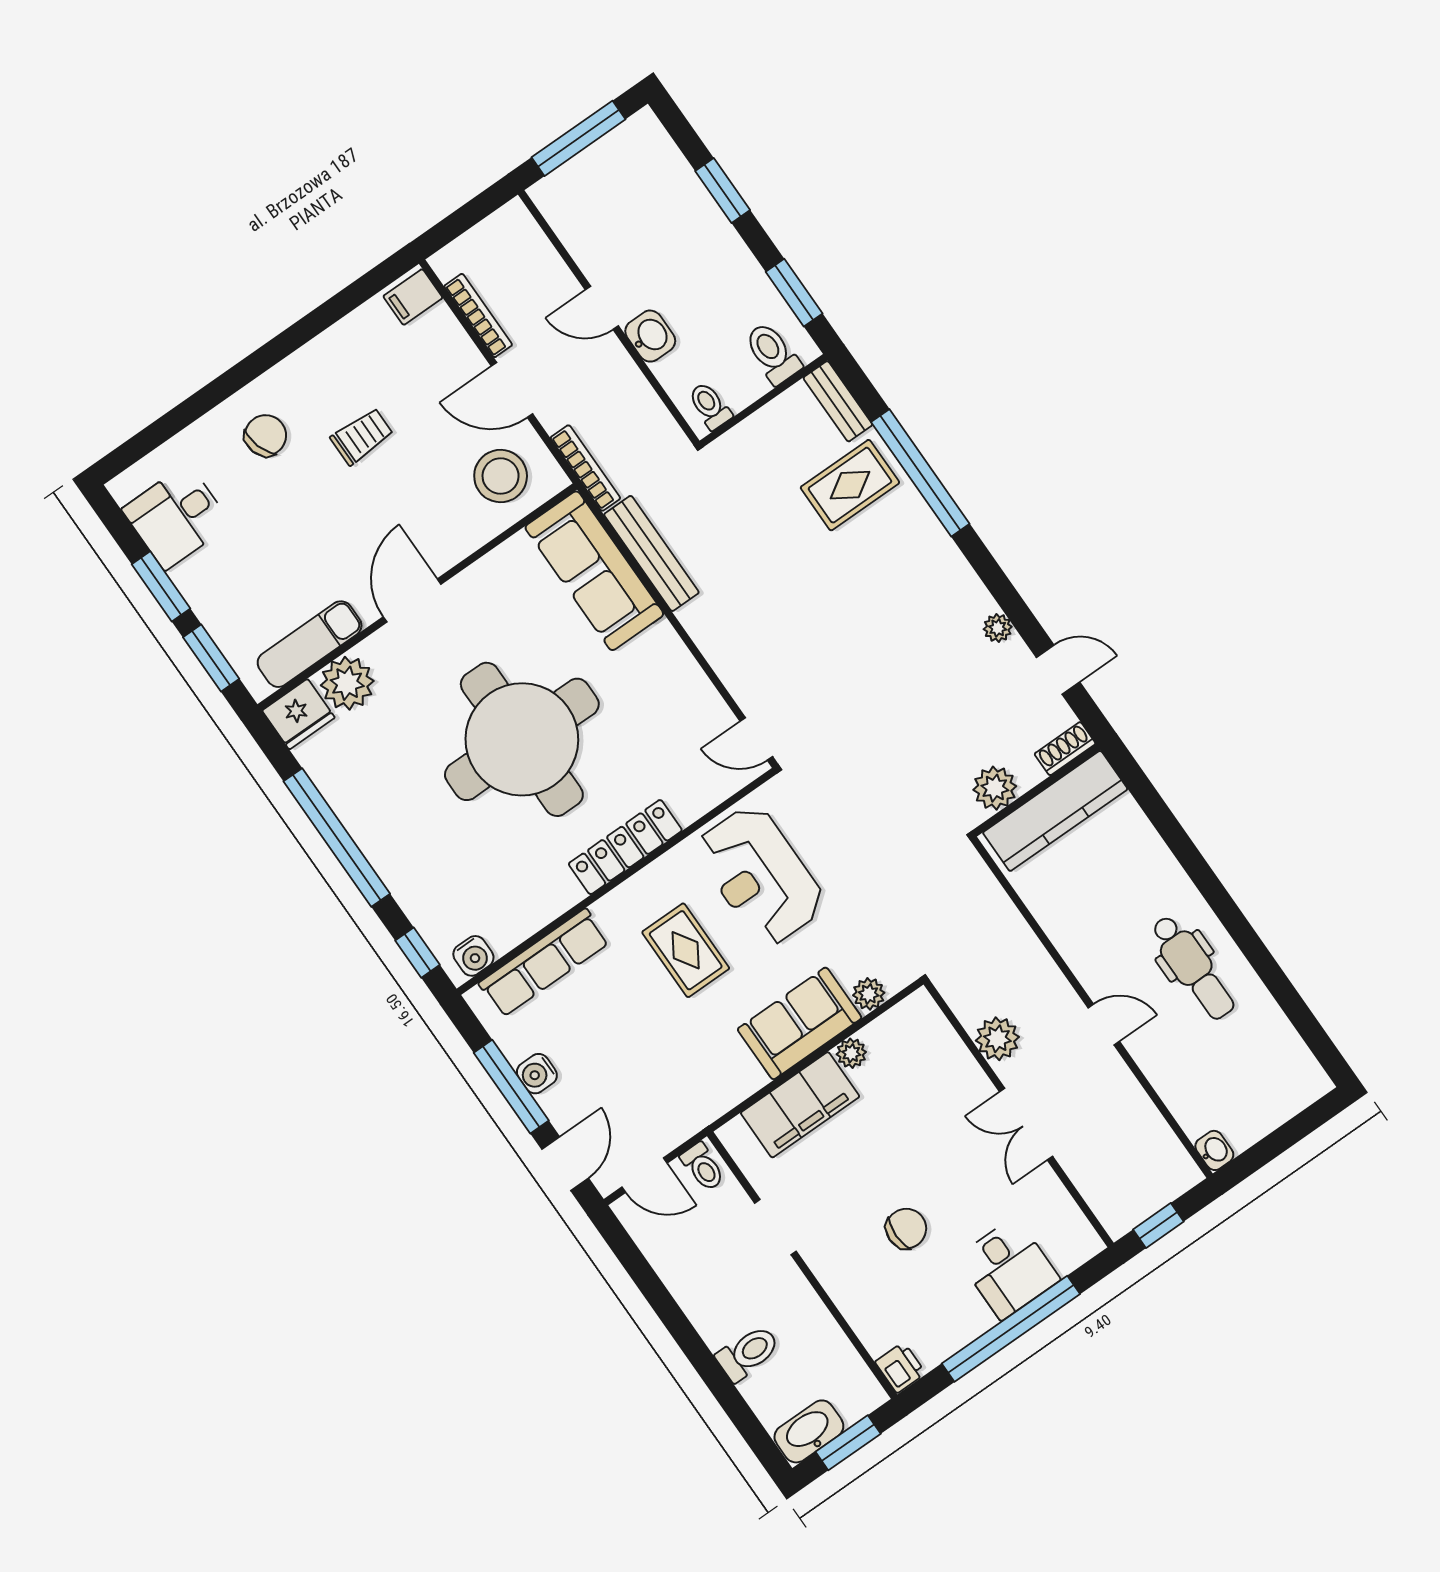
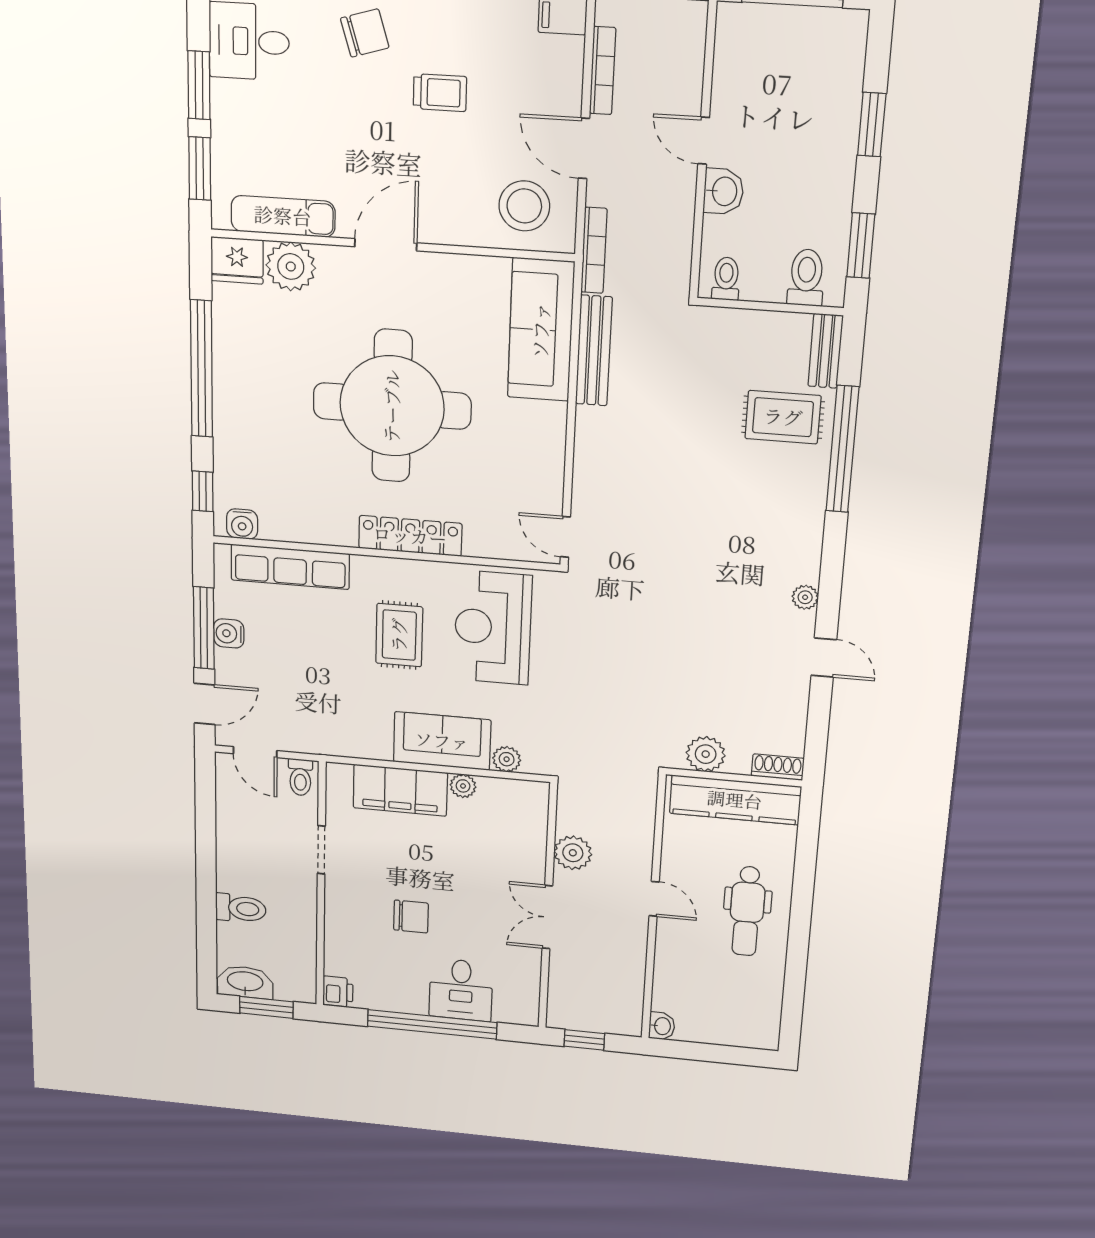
shoe rack: (1065, 749) -> (778, 767), moved
plant: (995, 788) -> (706, 754), moved
wall: (1036, 790) -> (734, 777), moved
kitchen counter: (1055, 811) -> (735, 800), moved

